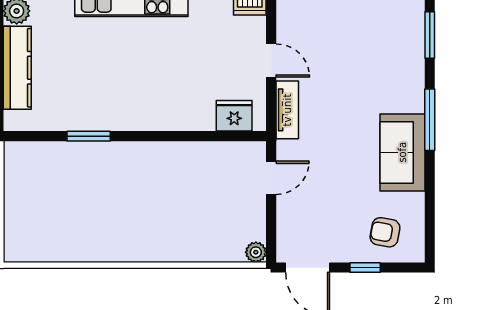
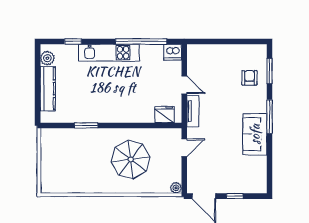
parasol: (172, 199) -> (131, 159), added
armchair: (385, 232) -> (249, 78), moved, turned 80

